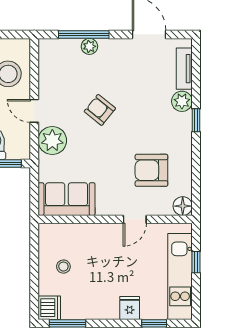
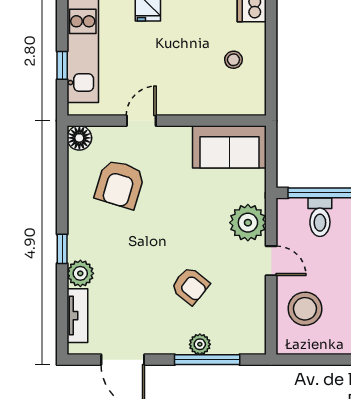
armchair: (100, 110) -> (190, 286), moved
armchair: (151, 170) -> (120, 184), turned 107

